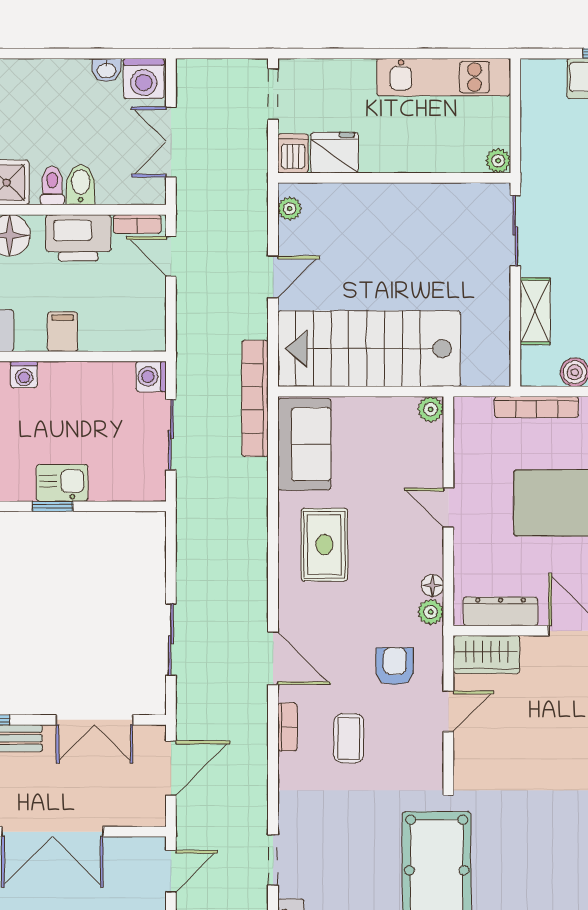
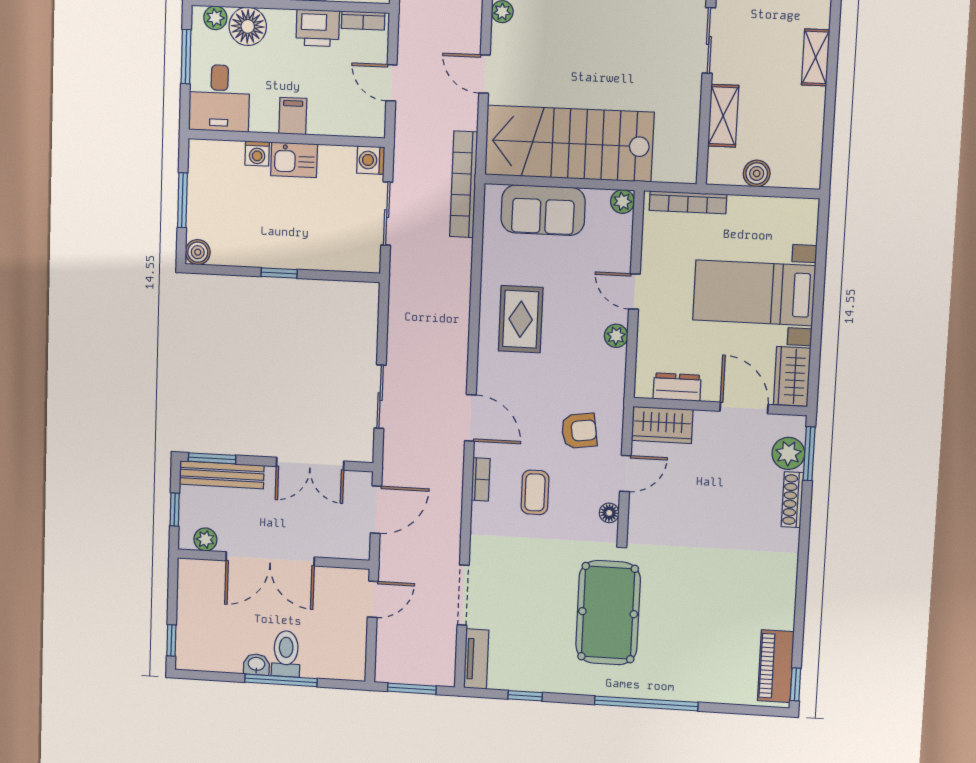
printer: (78, 238) -> (318, 28), width x0.73, depth x0.84
door: (171, 257) -> (391, 83), moved
door: (273, 277) -> (484, 74), swing flipped
bookcase: (537, 407) -> (688, 202), moved
sofa: (304, 444) -> (543, 210), moved, turned 90
kitchen sink: (62, 483) -> (294, 160), moved, turned 180
floor lamp: (433, 585) -> (609, 513), moved
dresser: (501, 611) -> (677, 387), width x0.70
plant: (431, 612) -> (616, 336), moved
armchair: (395, 666) -> (579, 431), turned 82
doorway: (273, 860) -> (463, 595), width x1.38

